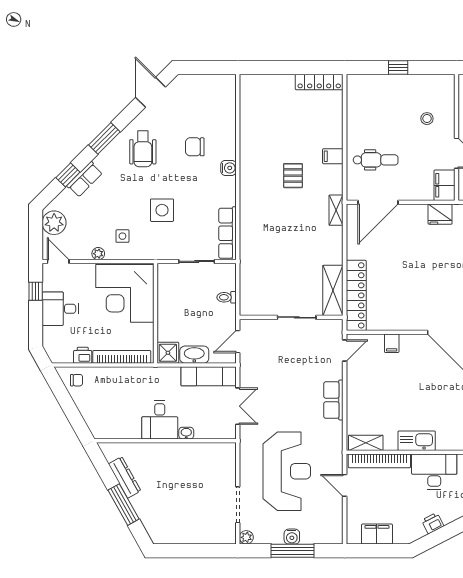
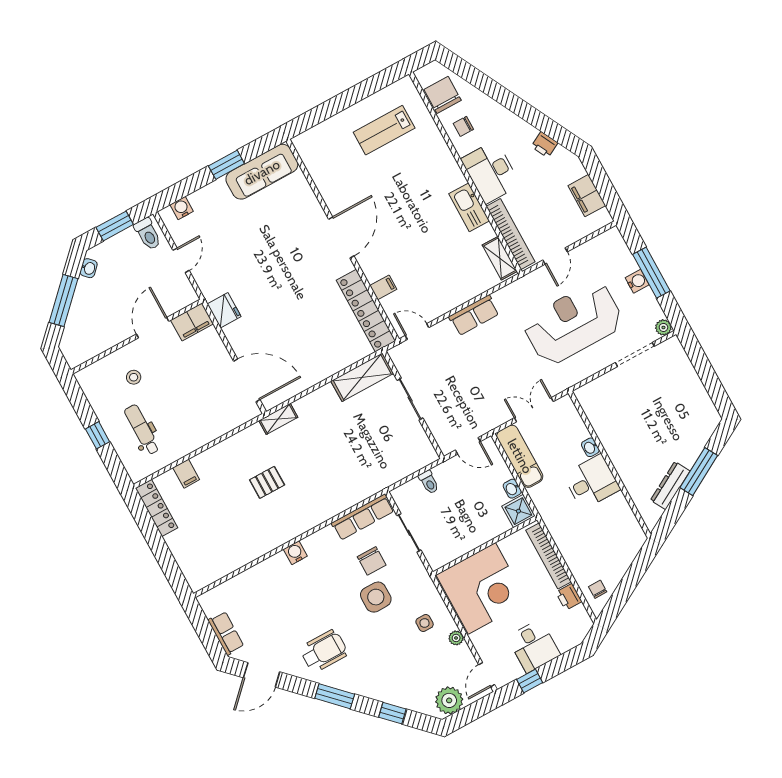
chair: (195, 147) -> (372, 561), moved
filing cabinet: (333, 156) -> (186, 474), moved
dental chair: (376, 160) -> (142, 430), moved
row of seats: (85, 179) -> (226, 633), moved, turned 45
locker: (356, 295) -> (366, 311), moved, turned -90
washbasin: (194, 355) -> (512, 489), width x0.52, depth x0.69

